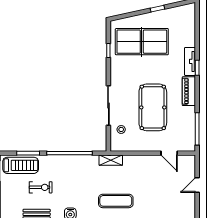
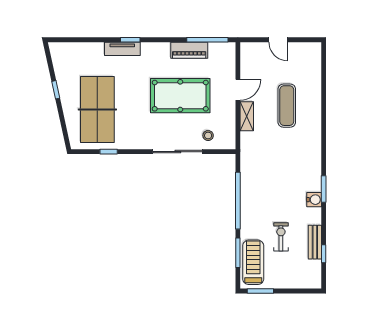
piano: (189, 91) -> (189, 50), moved
door: (169, 153) -> (238, 90), moved
shelving: (111, 160) -> (247, 116), moved
exercise mat: (116, 201) -> (287, 106), moved

